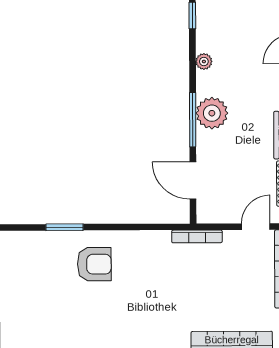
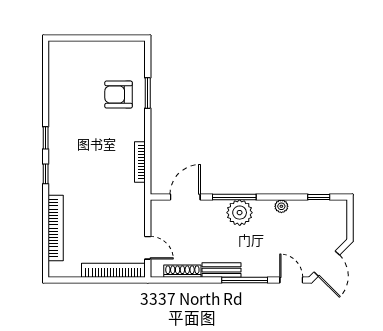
bookcase: (197, 236) -> (140, 162), moved
armchair: (94, 264) -> (119, 95), moved, turned 90

